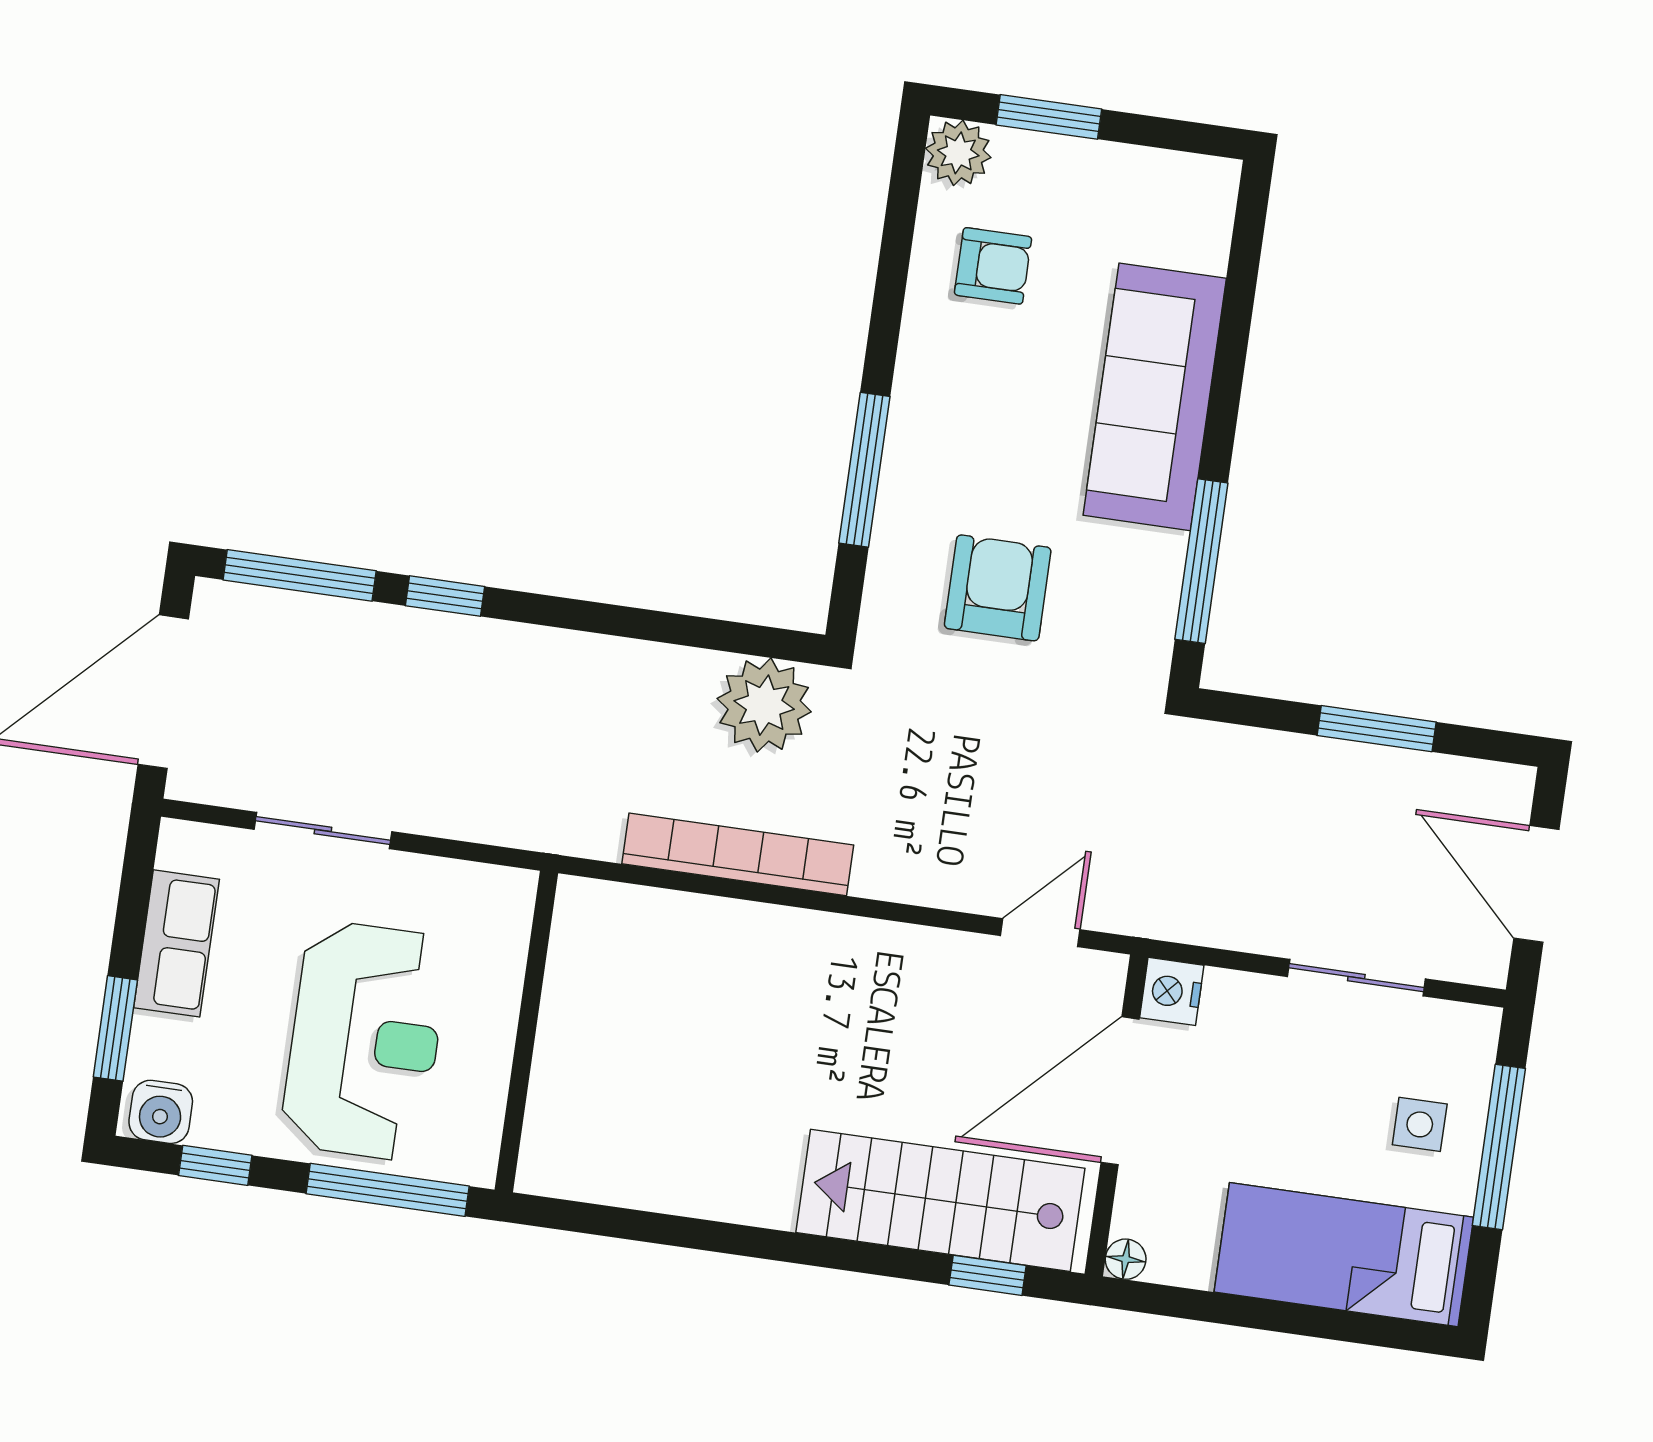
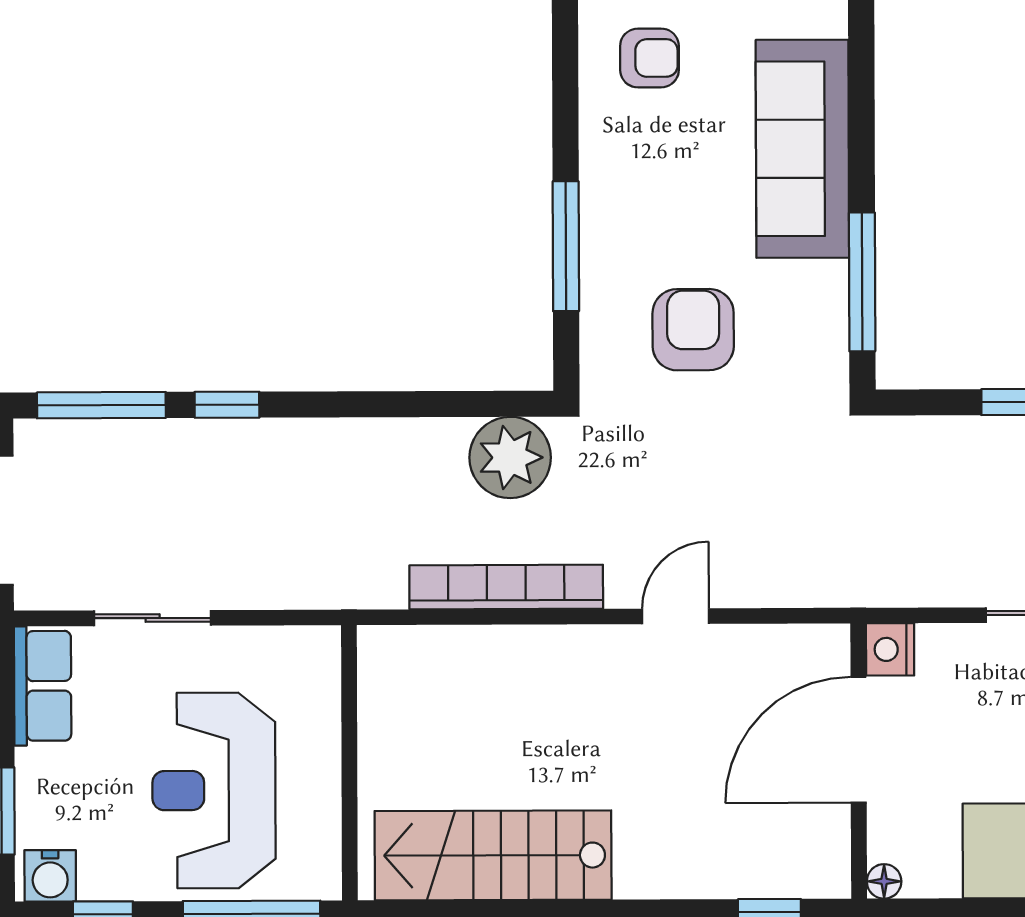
door: (1040, 933) -> (675, 616), moved
row of seats: (176, 943) -> (43, 686), moved
reception desk: (365, 1041) -> (214, 790), turned 180
stairs: (940, 1200) -> (493, 855), moved

